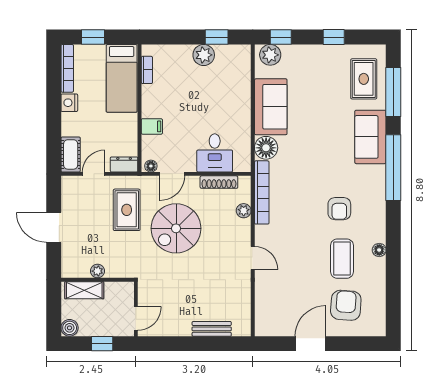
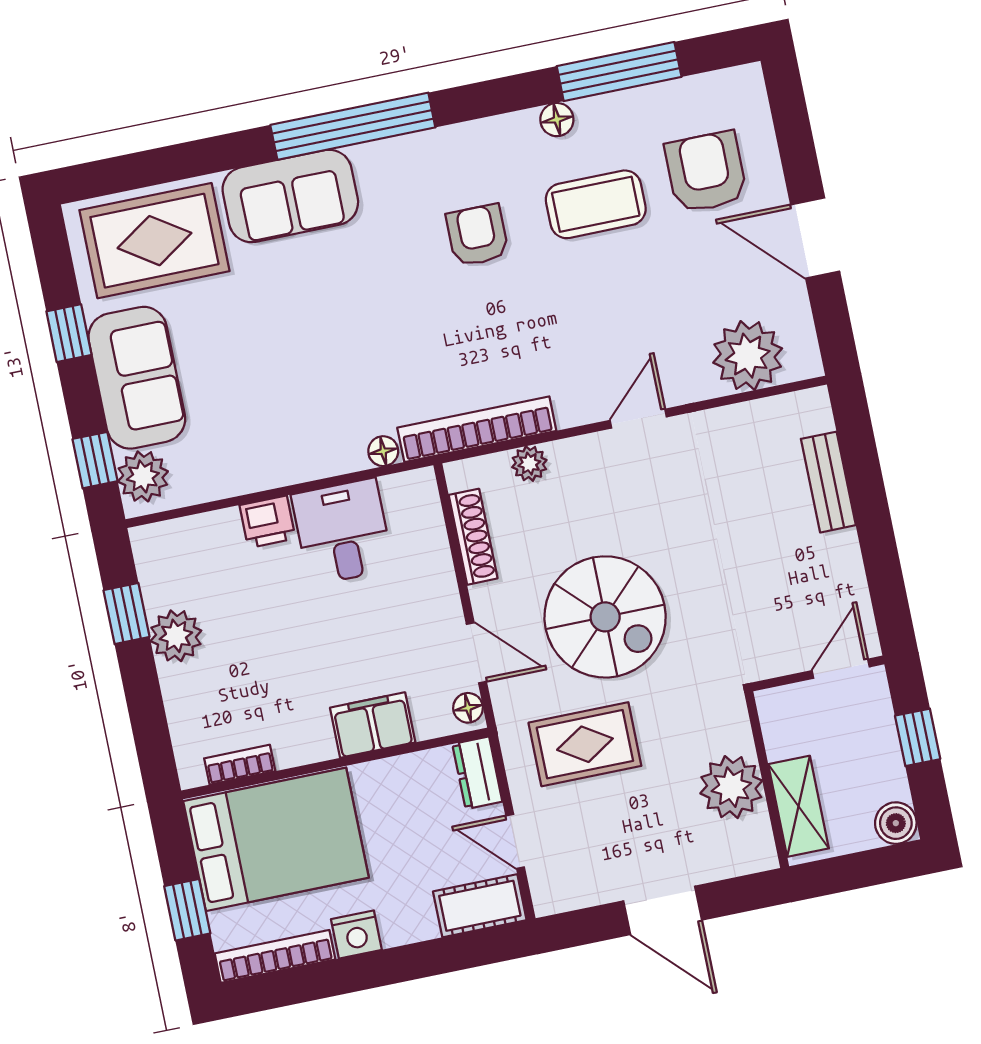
bed: (122, 78) -> (276, 839), width x1.50
rug: (364, 79) -> (154, 241), width x1.36, depth x1.43
window: (393, 92) -> (619, 72), moved
printer: (242, 101) -> (268, 522), added
sofa: (271, 107) -> (137, 378), moved, turned 90
filing cabinet: (152, 126) -> (373, 725), width x2.00
floor lamp: (266, 148) -> (383, 451), width x0.53, depth x0.53
desk: (215, 153) -> (342, 532), moved, turned -90
armchair: (339, 209) -> (477, 235), turned -90
door: (54, 227) -> (663, 910), hinge flipped
plant: (97, 271) -> (731, 787), width x1.88, depth x1.88
armchair: (346, 305) -> (706, 172), turned 86
plant: (269, 307) -> (748, 356), added
door: (136, 318) -> (841, 669), hinge flipped

